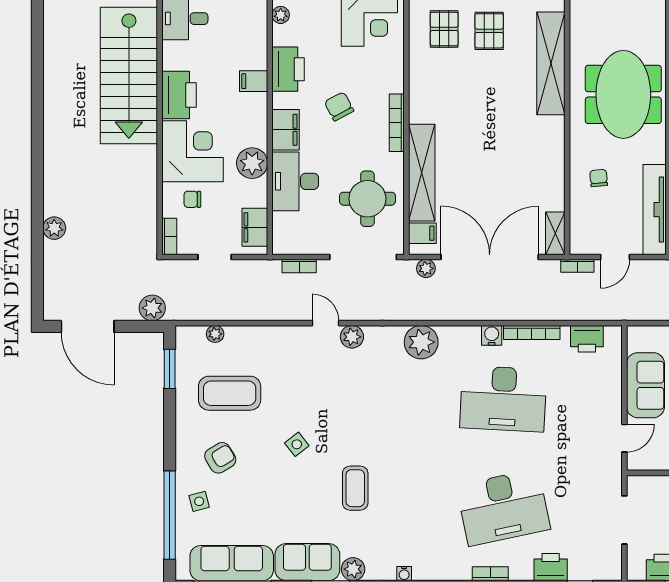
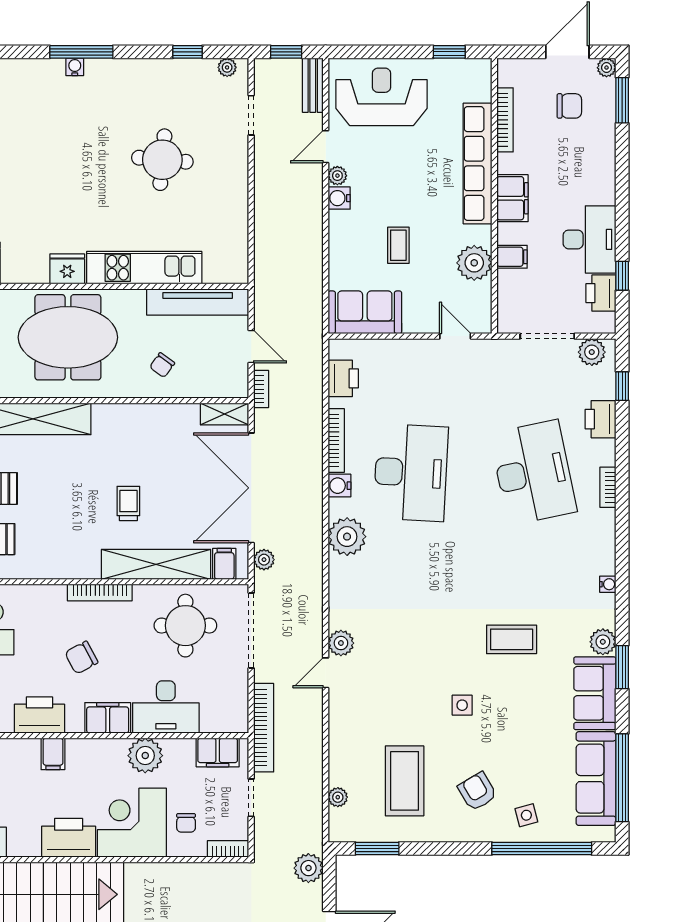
trolley: (476, 148) -> (128, 503), added
chair: (599, 178) -> (162, 365), turned -49
bookcase: (299, 266) -> (264, 728), width x2.31, depth x1.31
plant: (421, 342) -> (347, 537), moved
sofa: (645, 385) -> (365, 312), moved
side table: (297, 444) -> (462, 705), turned 38
plant: (610, 559) -> (592, 352), added

